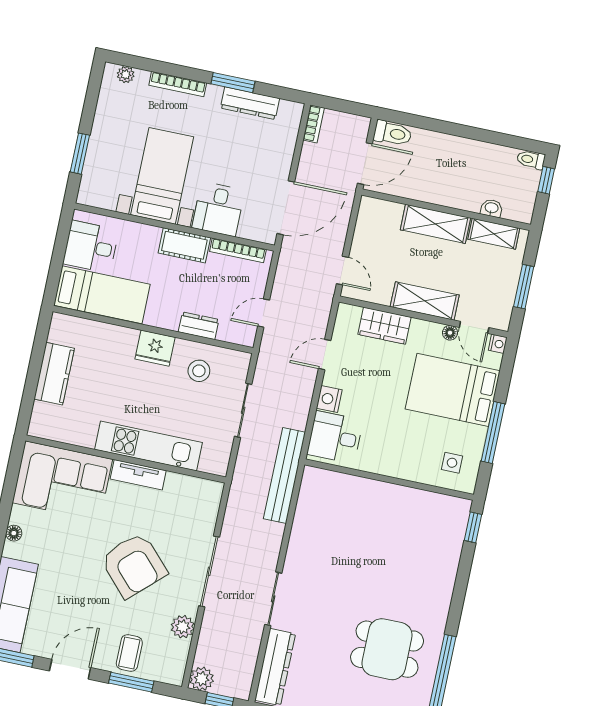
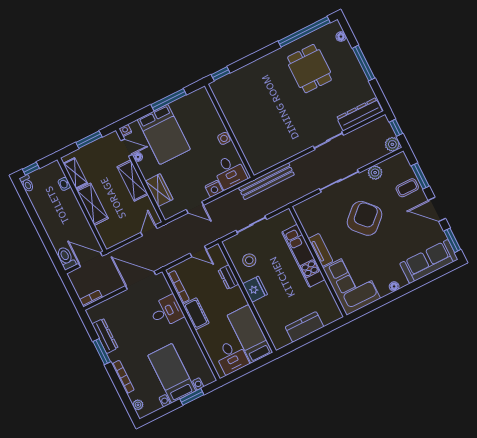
bed with nightstands: (162, 176) -> (172, 373), moved, turned 90
door: (474, 327) -> (127, 148), hinge flipped
side table: (452, 463) -> (224, 138), moved

